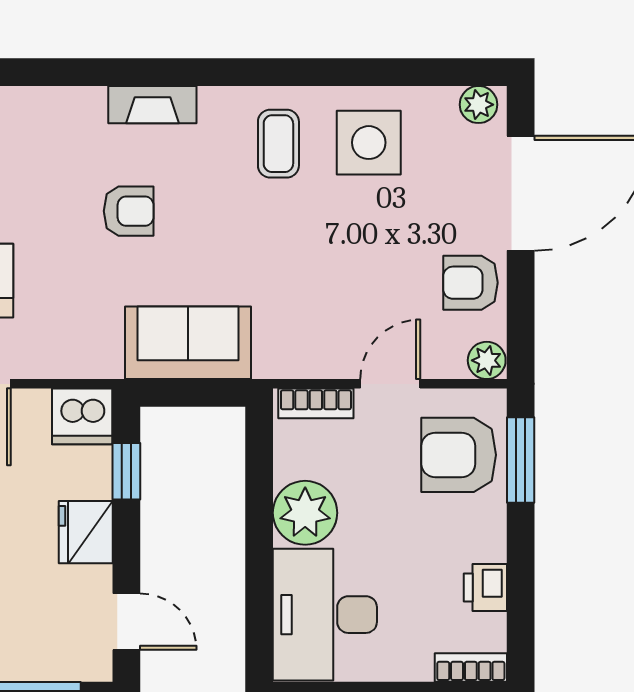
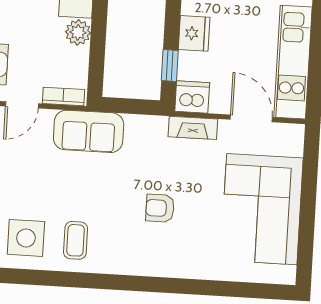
fireplace: (152, 105) -> (193, 128), moved, turned 180
sofa: (188, 343) -> (89, 131), moved
plant: (305, 513) -> (78, 32), width x0.73, depth x0.73

